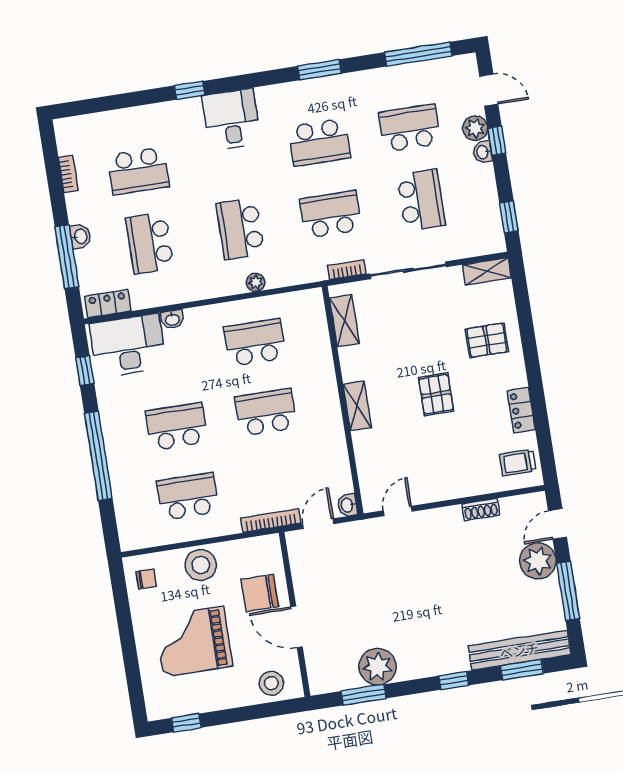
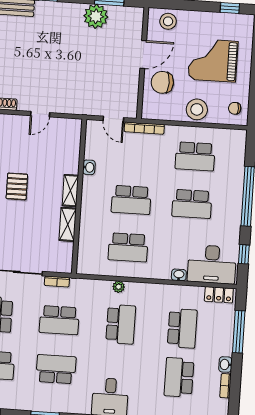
school desk: (138, 171) -> (179, 377), turned -90
washbasin: (80, 236) -> (225, 365), moved
shelving: (344, 321) -> (68, 224), moved
washbasin: (347, 505) -> (89, 167), moved
door: (398, 511) -> (40, 114), moved
door: (318, 524) -> (113, 119), hinge flipped
chair: (260, 593) -> (162, 82), turned 180
door: (296, 627) -> (143, 55), hinge flipped
grand piano: (193, 642) -> (213, 60), turned 180

